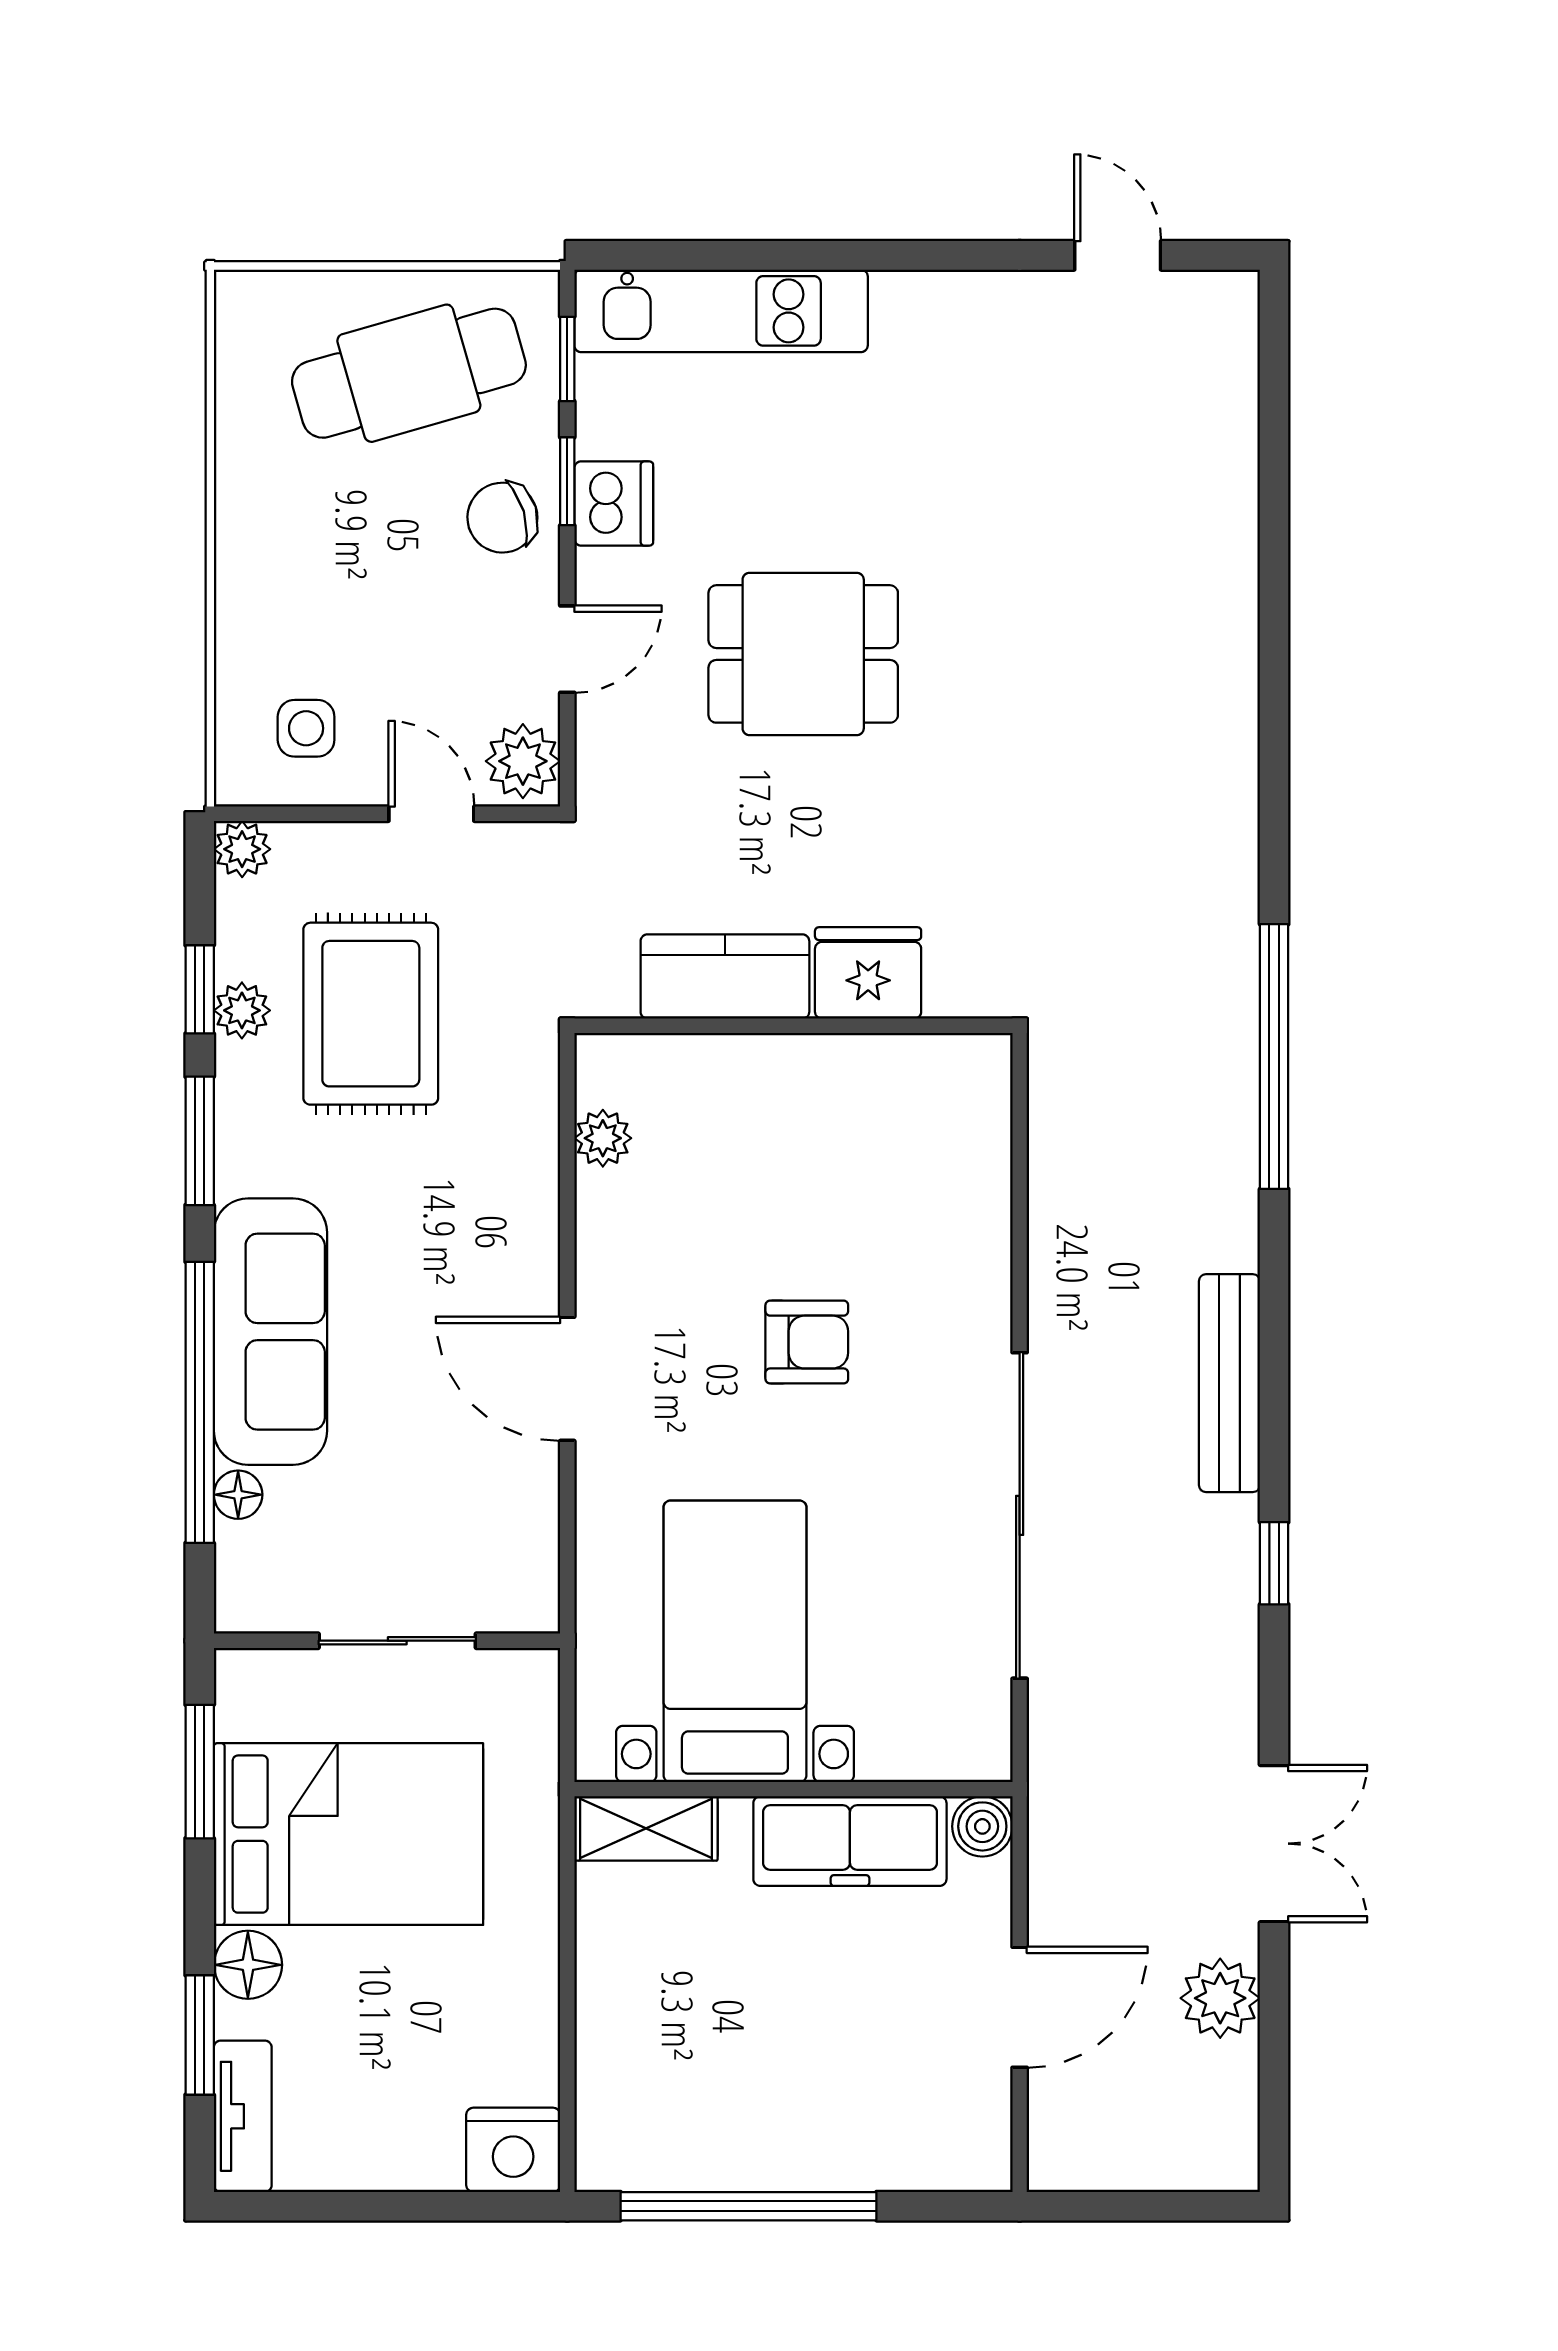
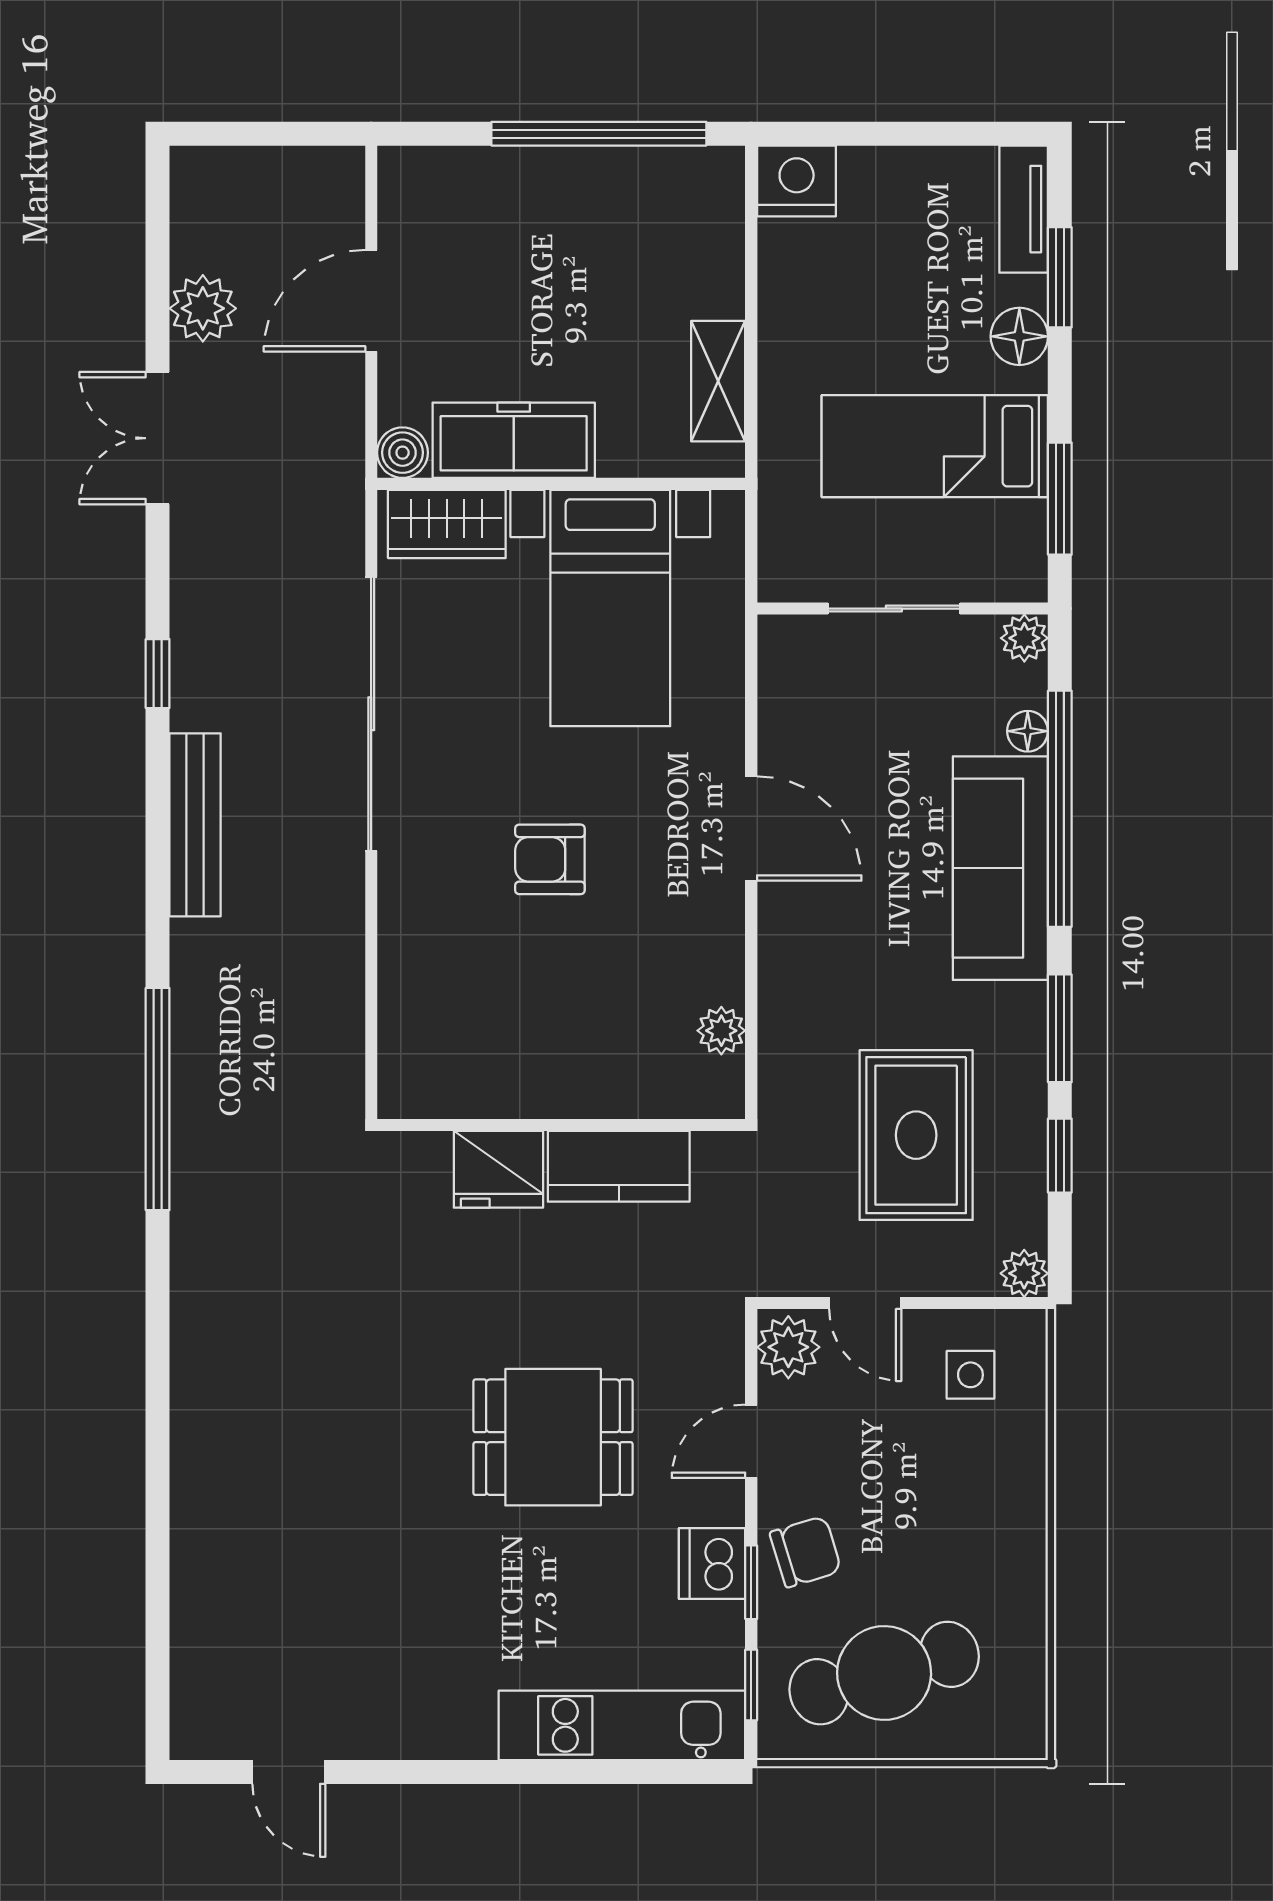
plant: (242, 1010) -> (1024, 638), moved
wardrobe: (930, 1741) -> (447, 524), added
shelving: (646, 1828) -> (718, 381), moved, turned 90
bed: (349, 1834) -> (935, 446), width x0.67

